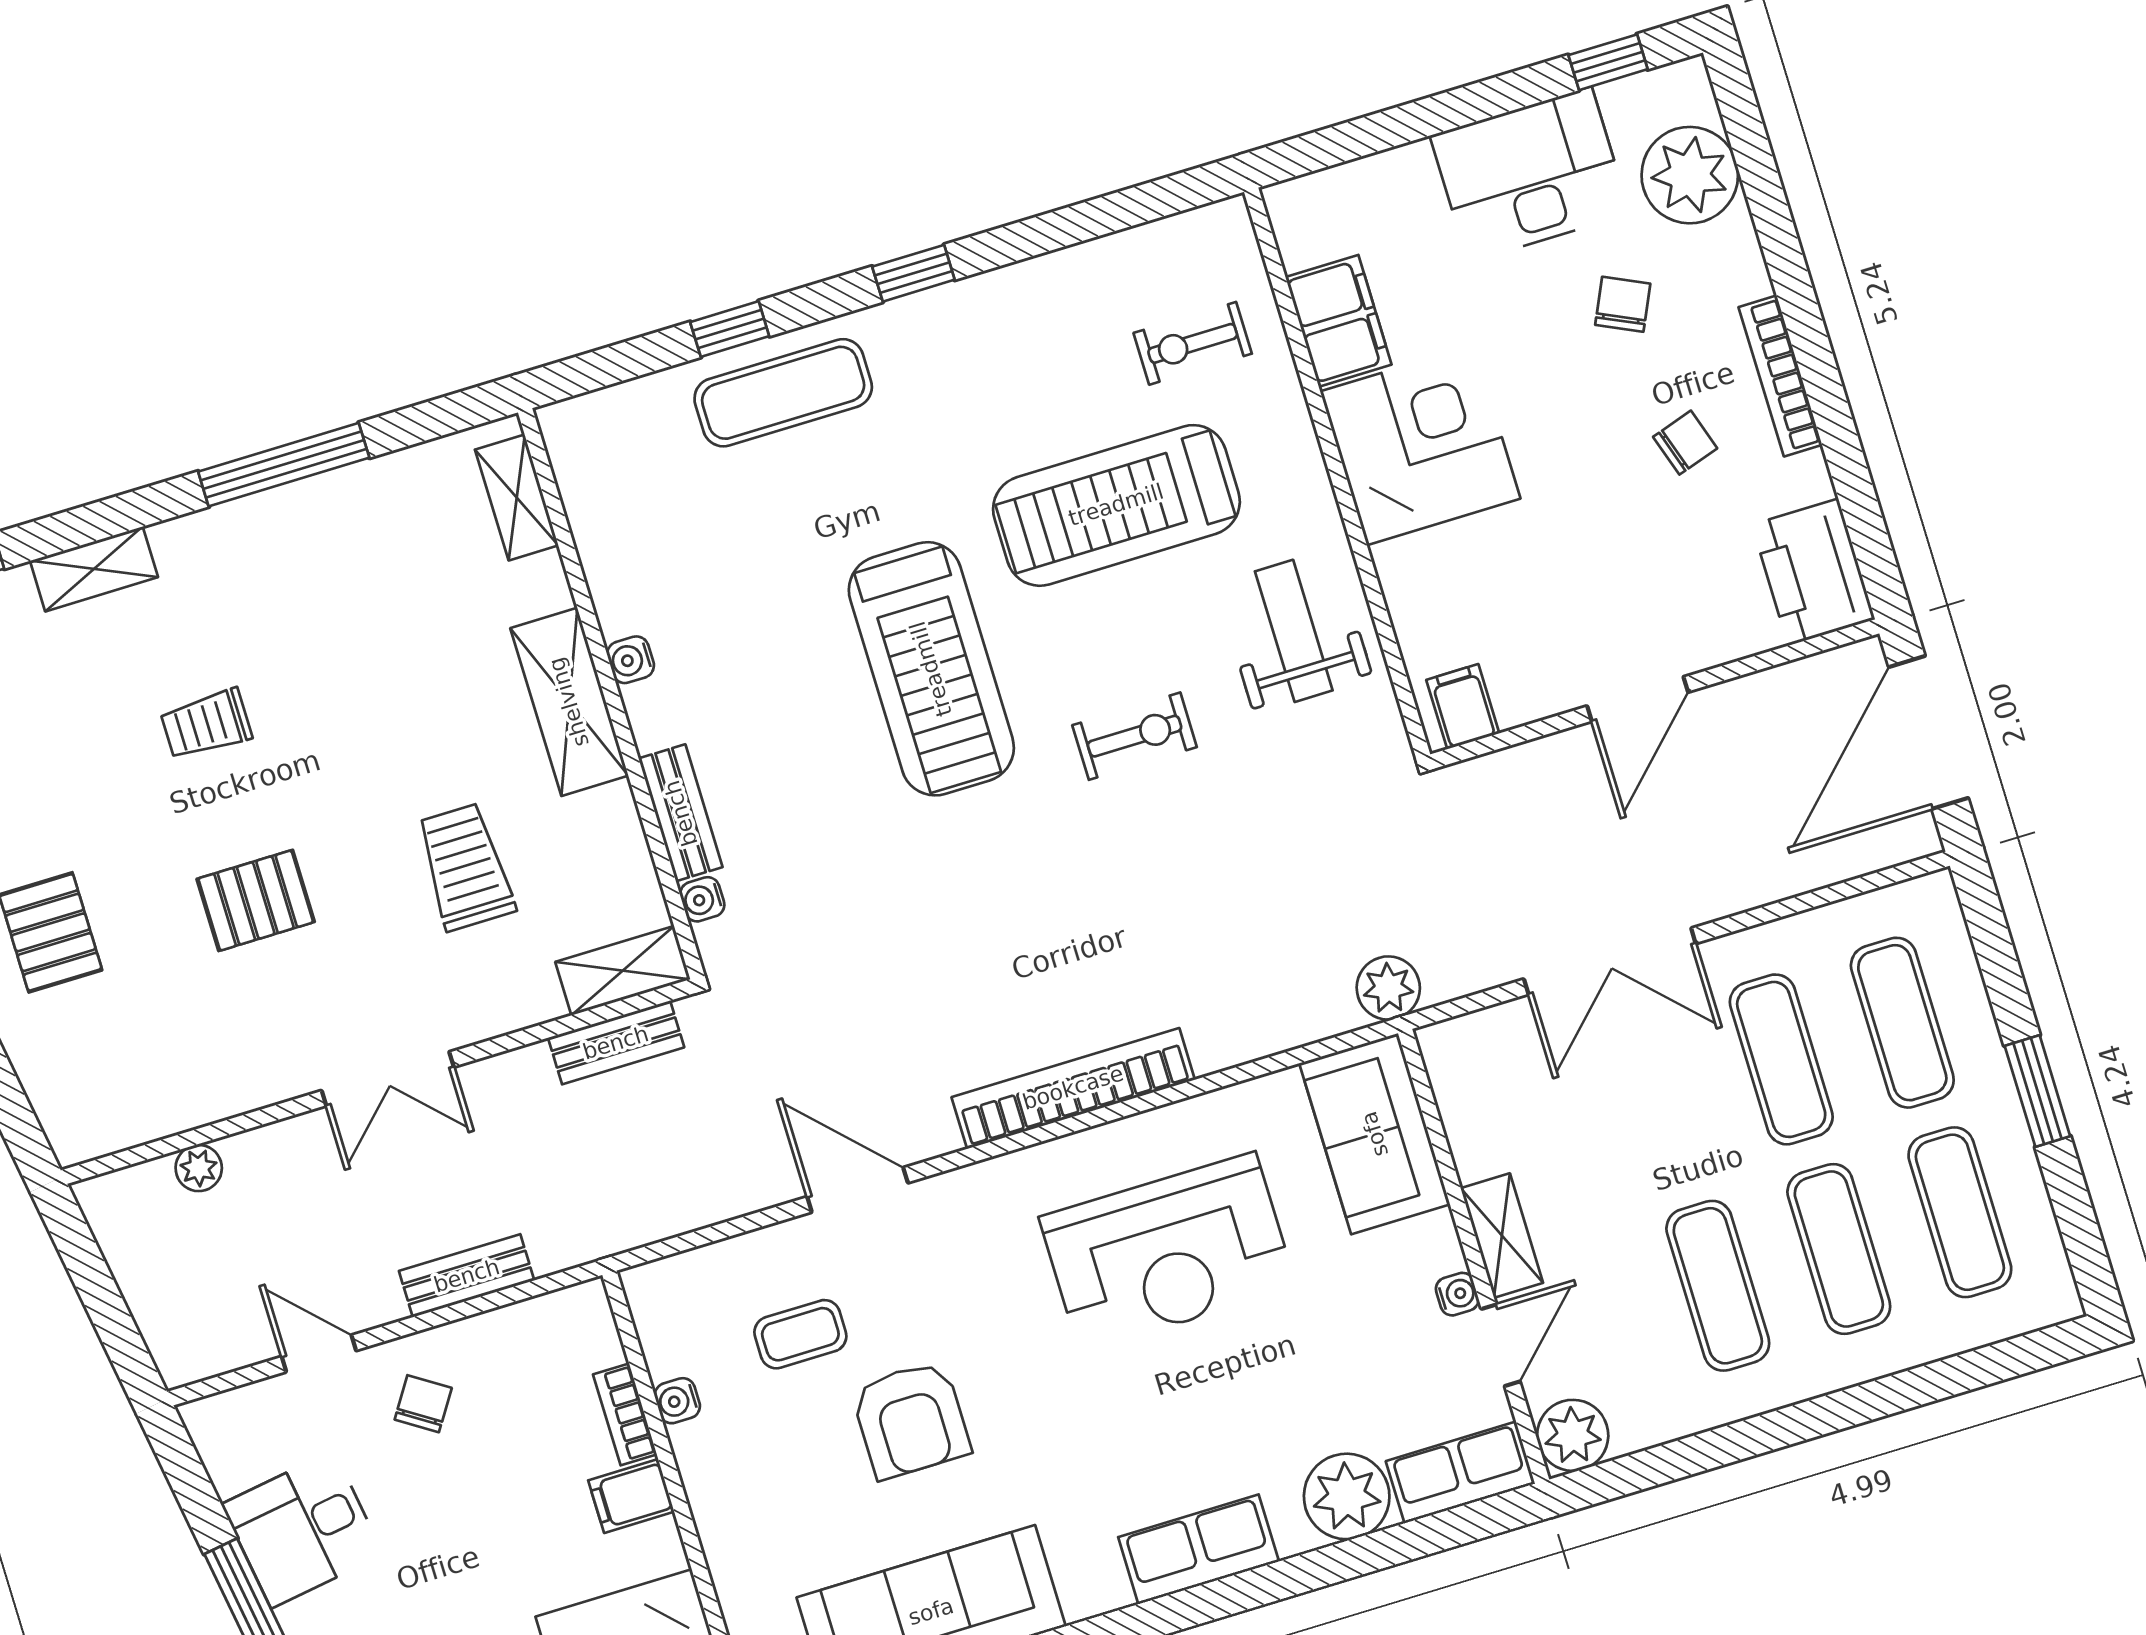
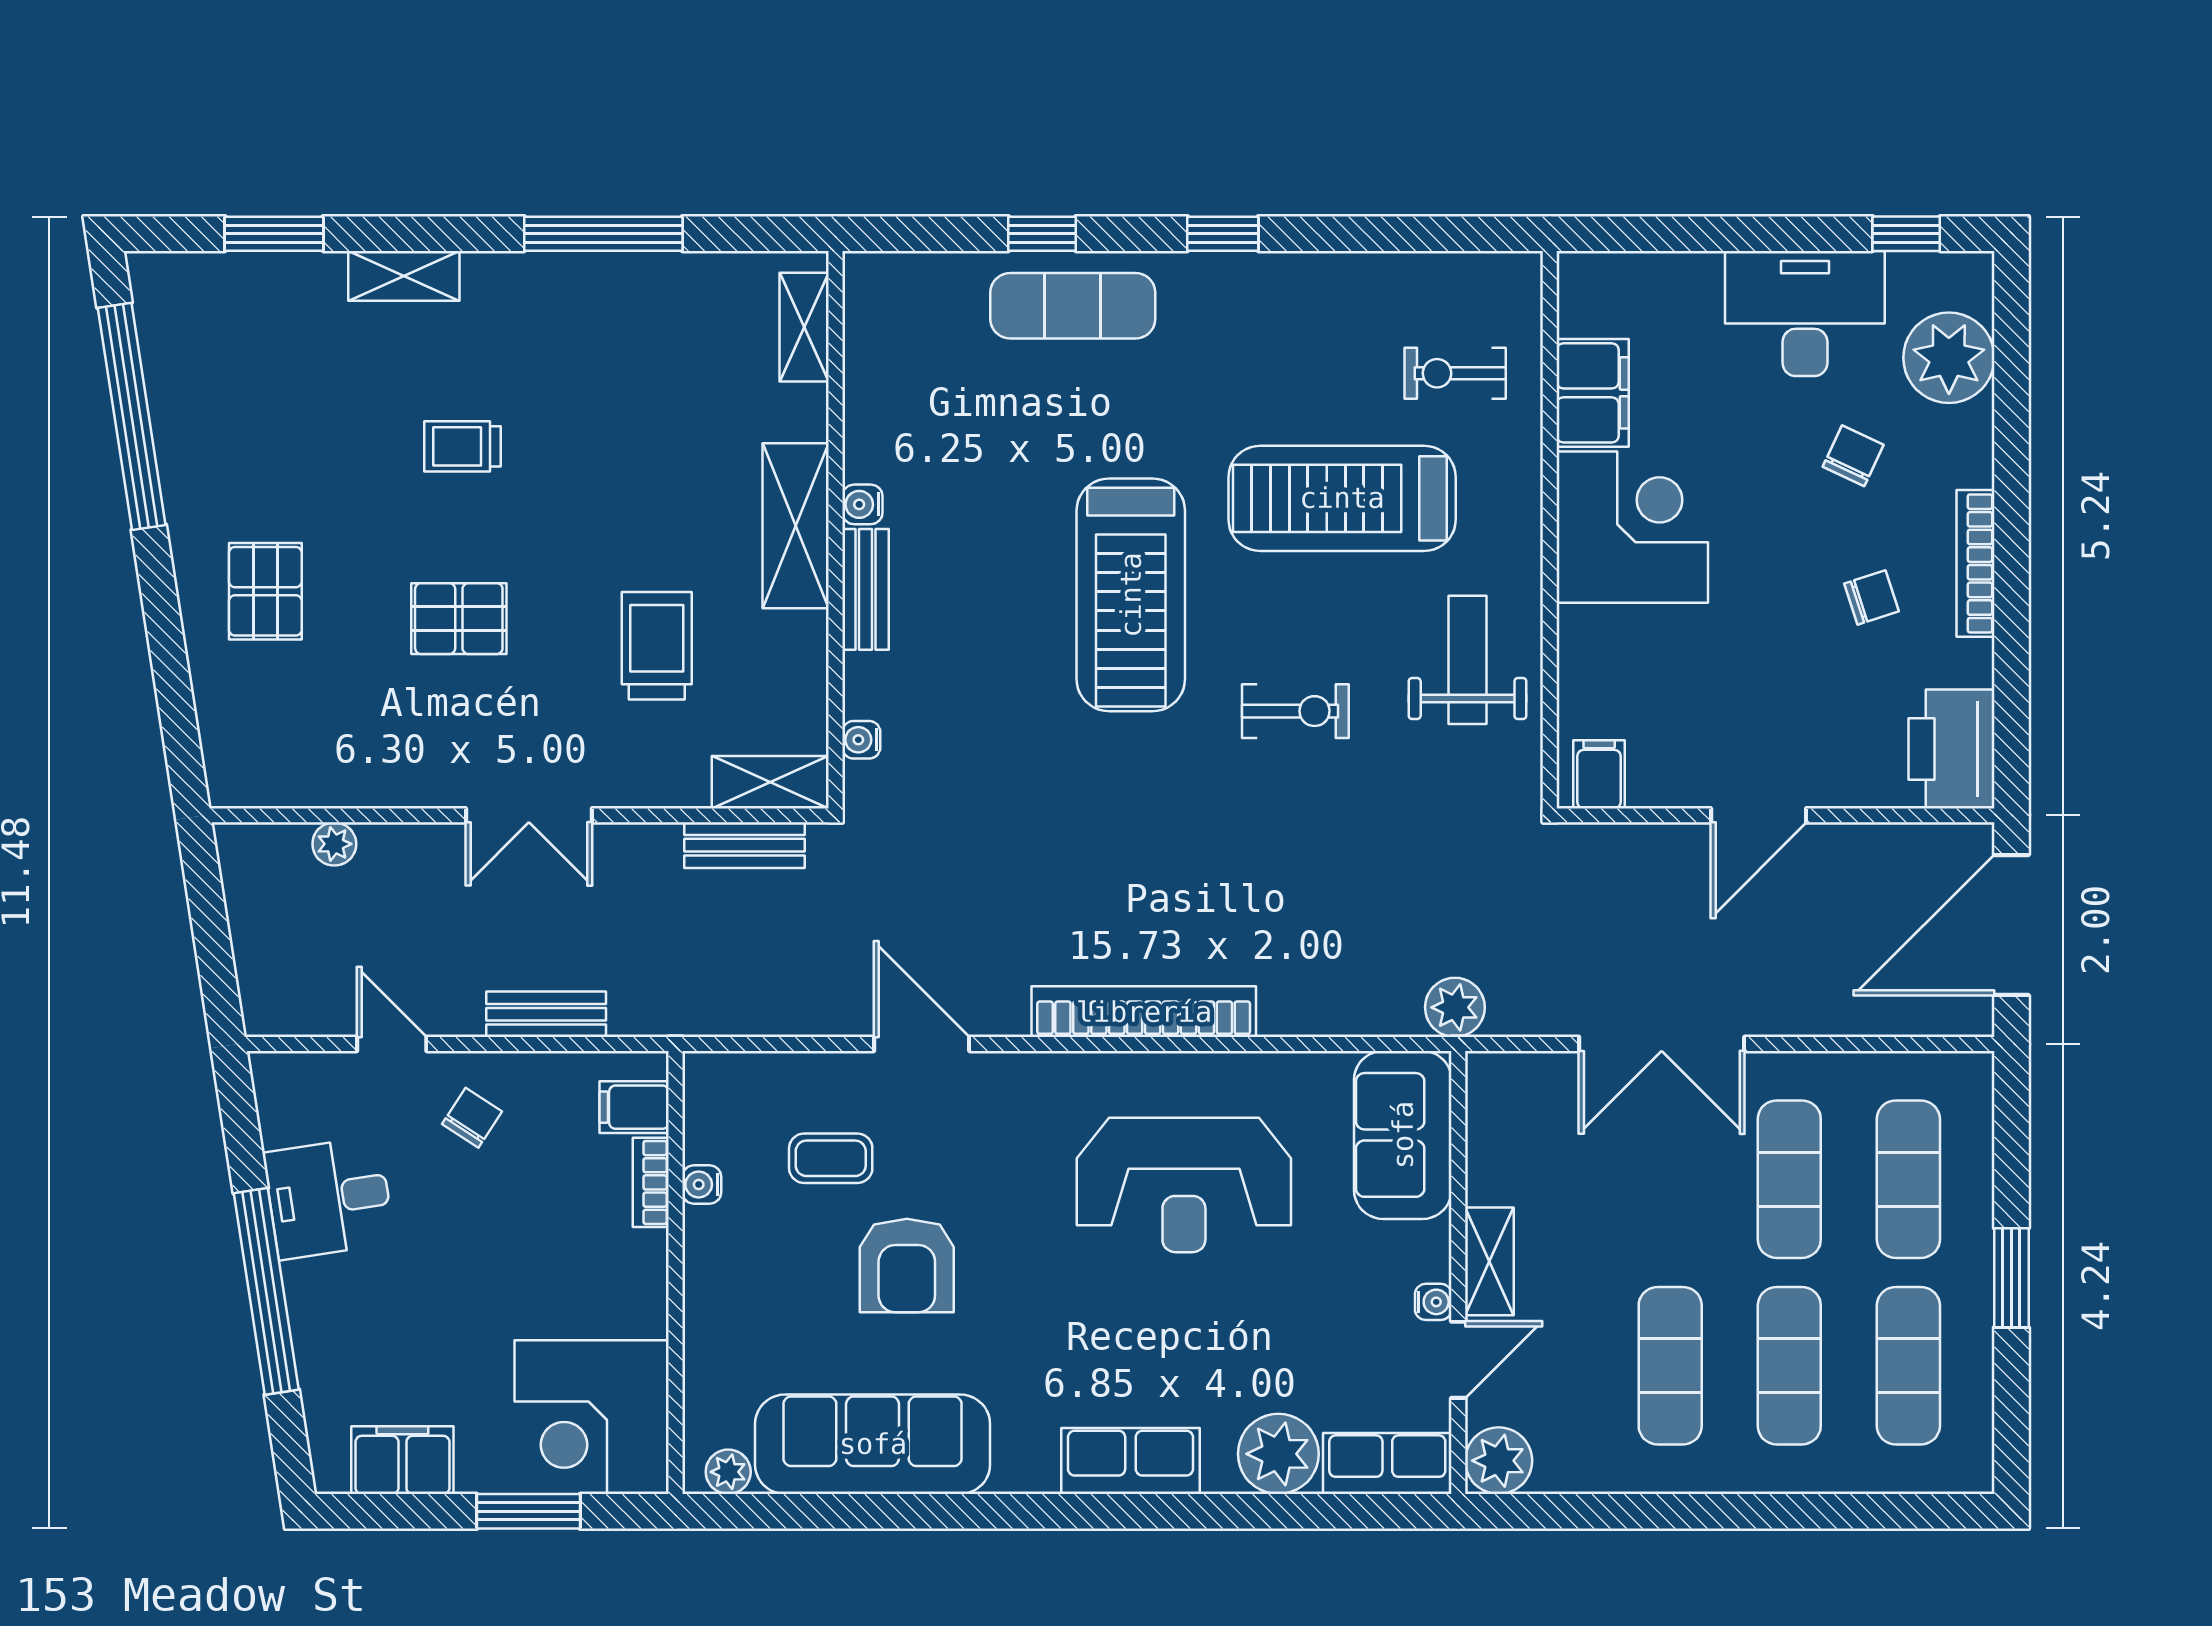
bench: (681, 813) -> (865, 589), moved
filing cabinet: (631, 1496) -> (634, 1107), moved

